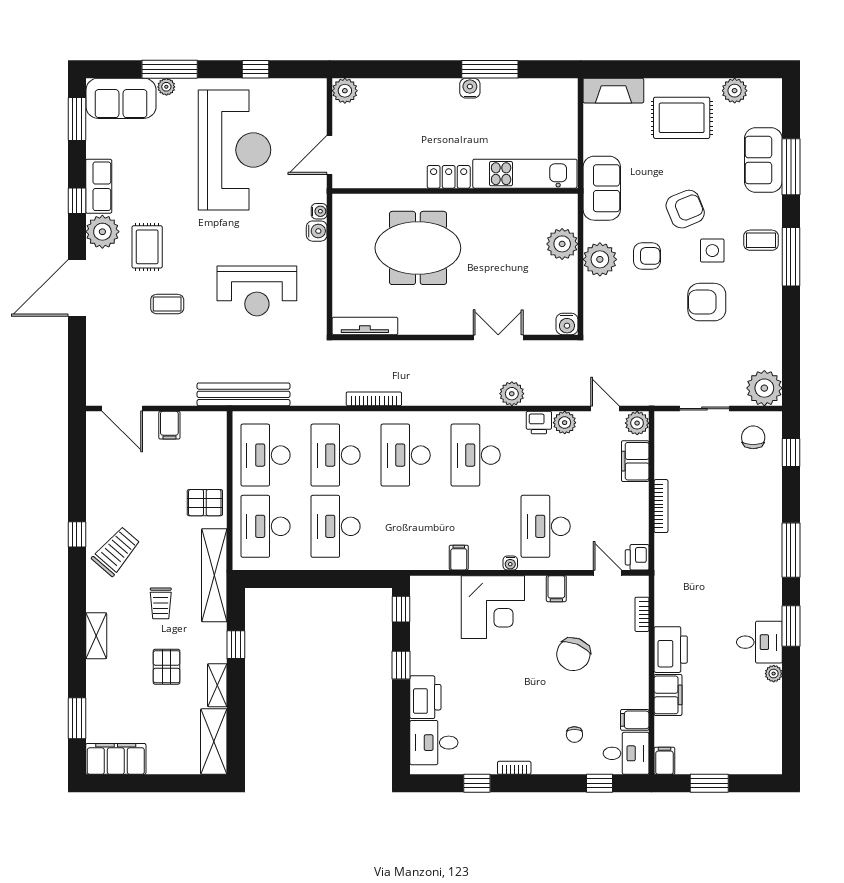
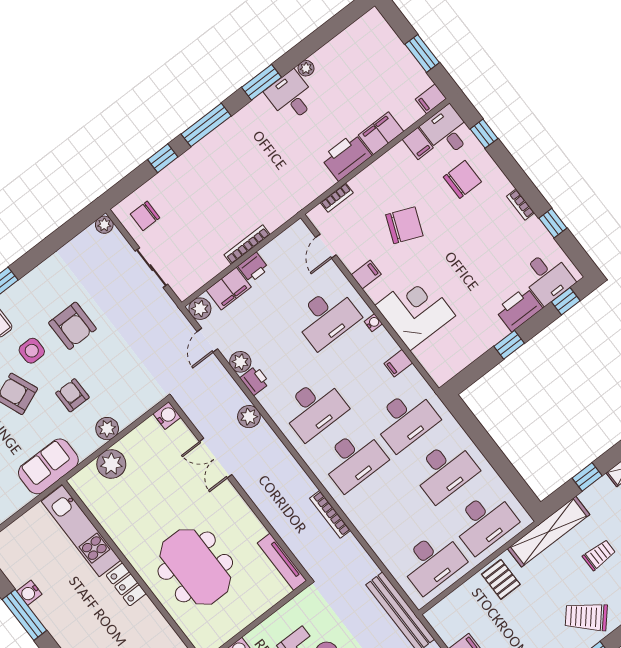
water cooler: (470, 88) -> (29, 593), moved
plant: (600, 259) -> (107, 429), width x0.73, depth x0.73
plant: (764, 388) -> (104, 225), width x0.53, depth x0.53
window: (791, 453) -> (163, 158), moved
desk: (336, 455) -> (405, 420), moved
printer: (637, 557) -> (253, 267), moved
window: (401, 609) -> (566, 301), moved
chair: (574, 735) -> (462, 179), width x1.87, depth x1.87

